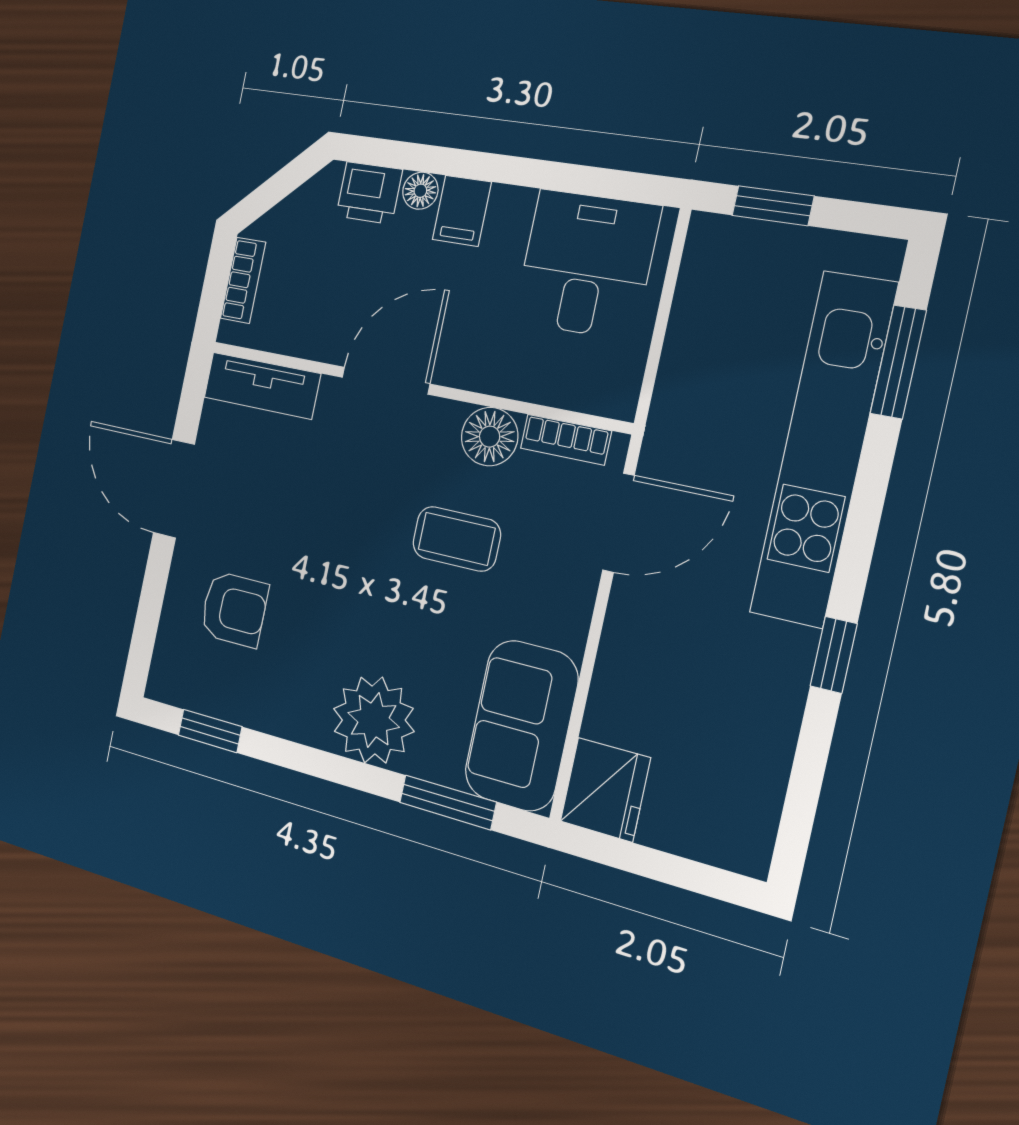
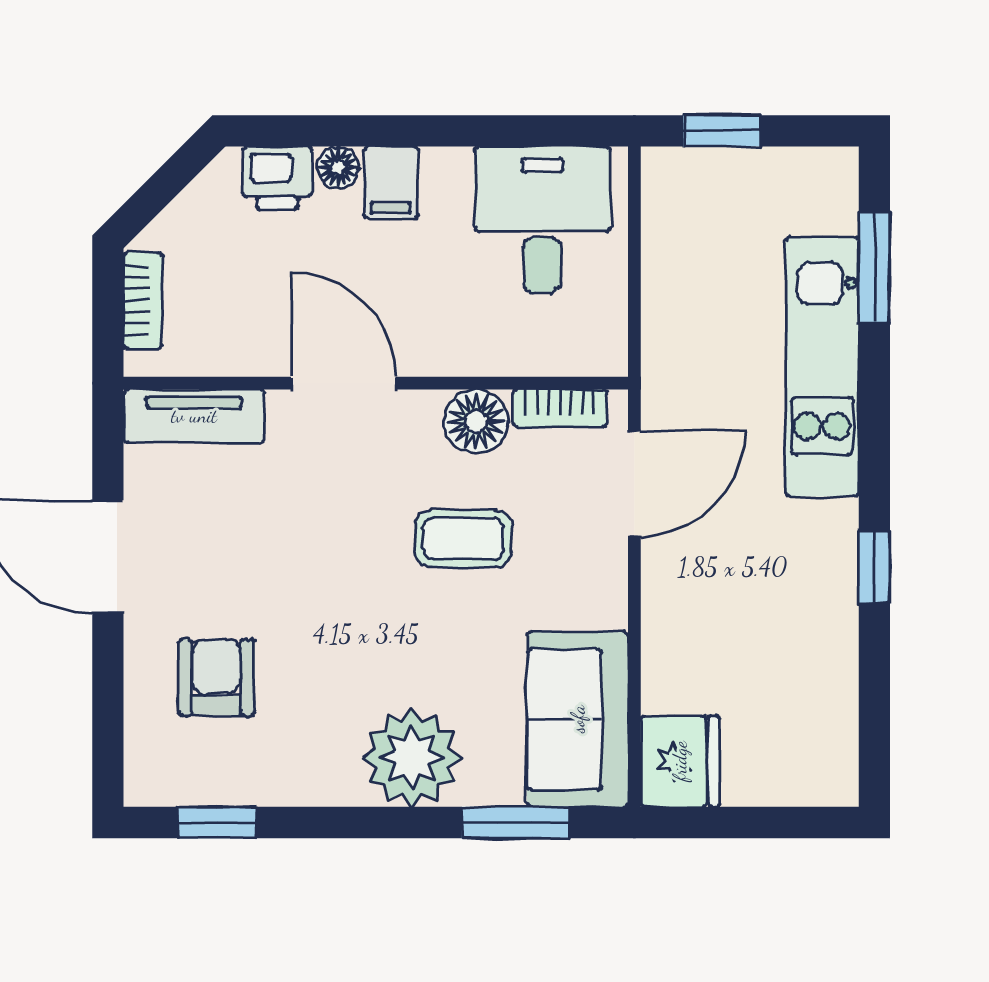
door: (386, 381) -> (343, 383), hinge flipped
kitchen unit: (823, 449) -> (822, 366), width x0.73
armchair: (234, 609) -> (216, 677), turned -90

